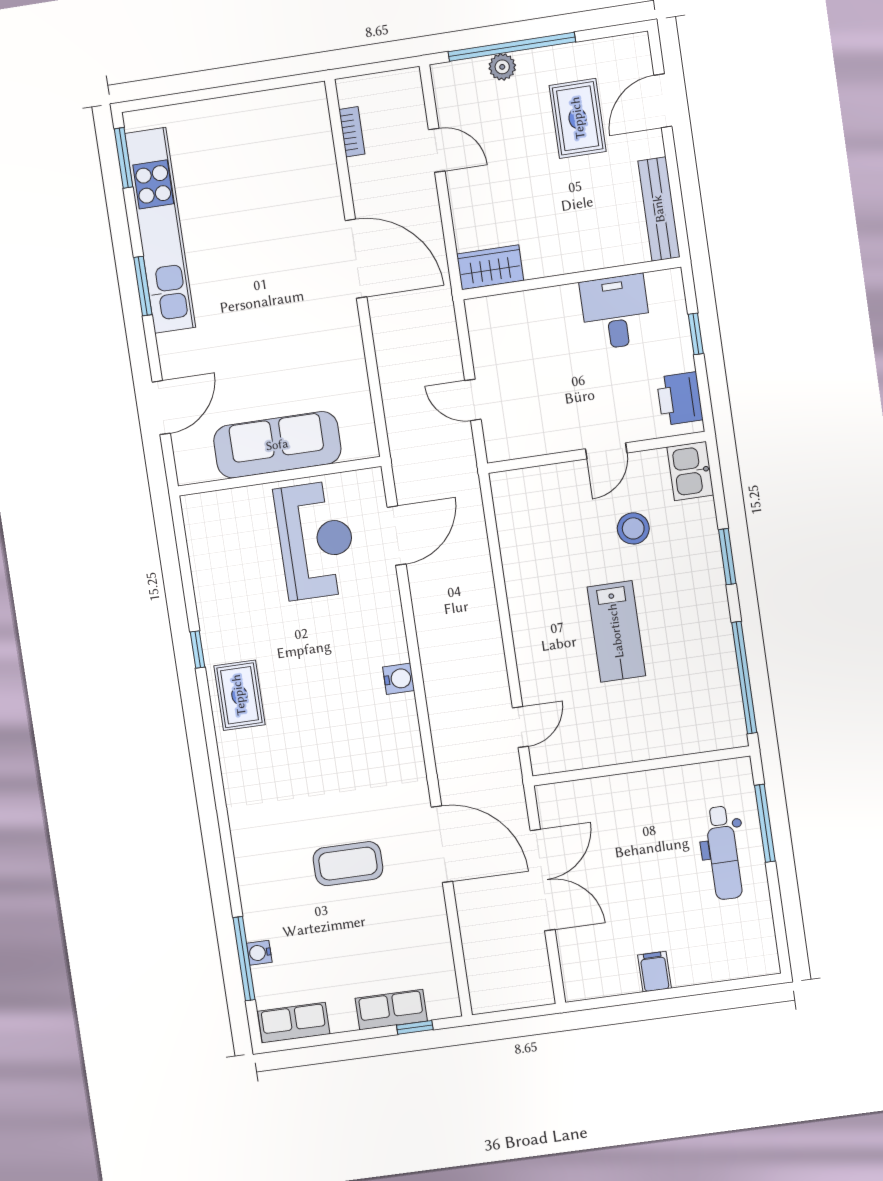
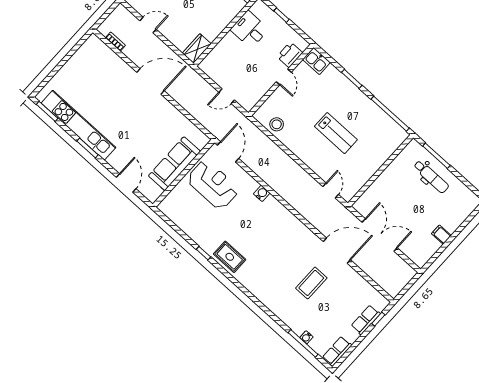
printer: (680, 399) -> (290, 55), moved, turned 90
stool: (633, 528) -> (277, 124), moved
door: (397, 536) -> (228, 152), moved
water cooler: (399, 679) -> (262, 193), moved

